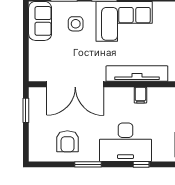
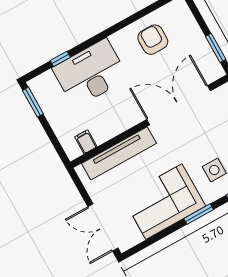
filing cabinet: (140, 95) -> (86, 142), moved
window: (88, 164) -> (117, 27), removed

